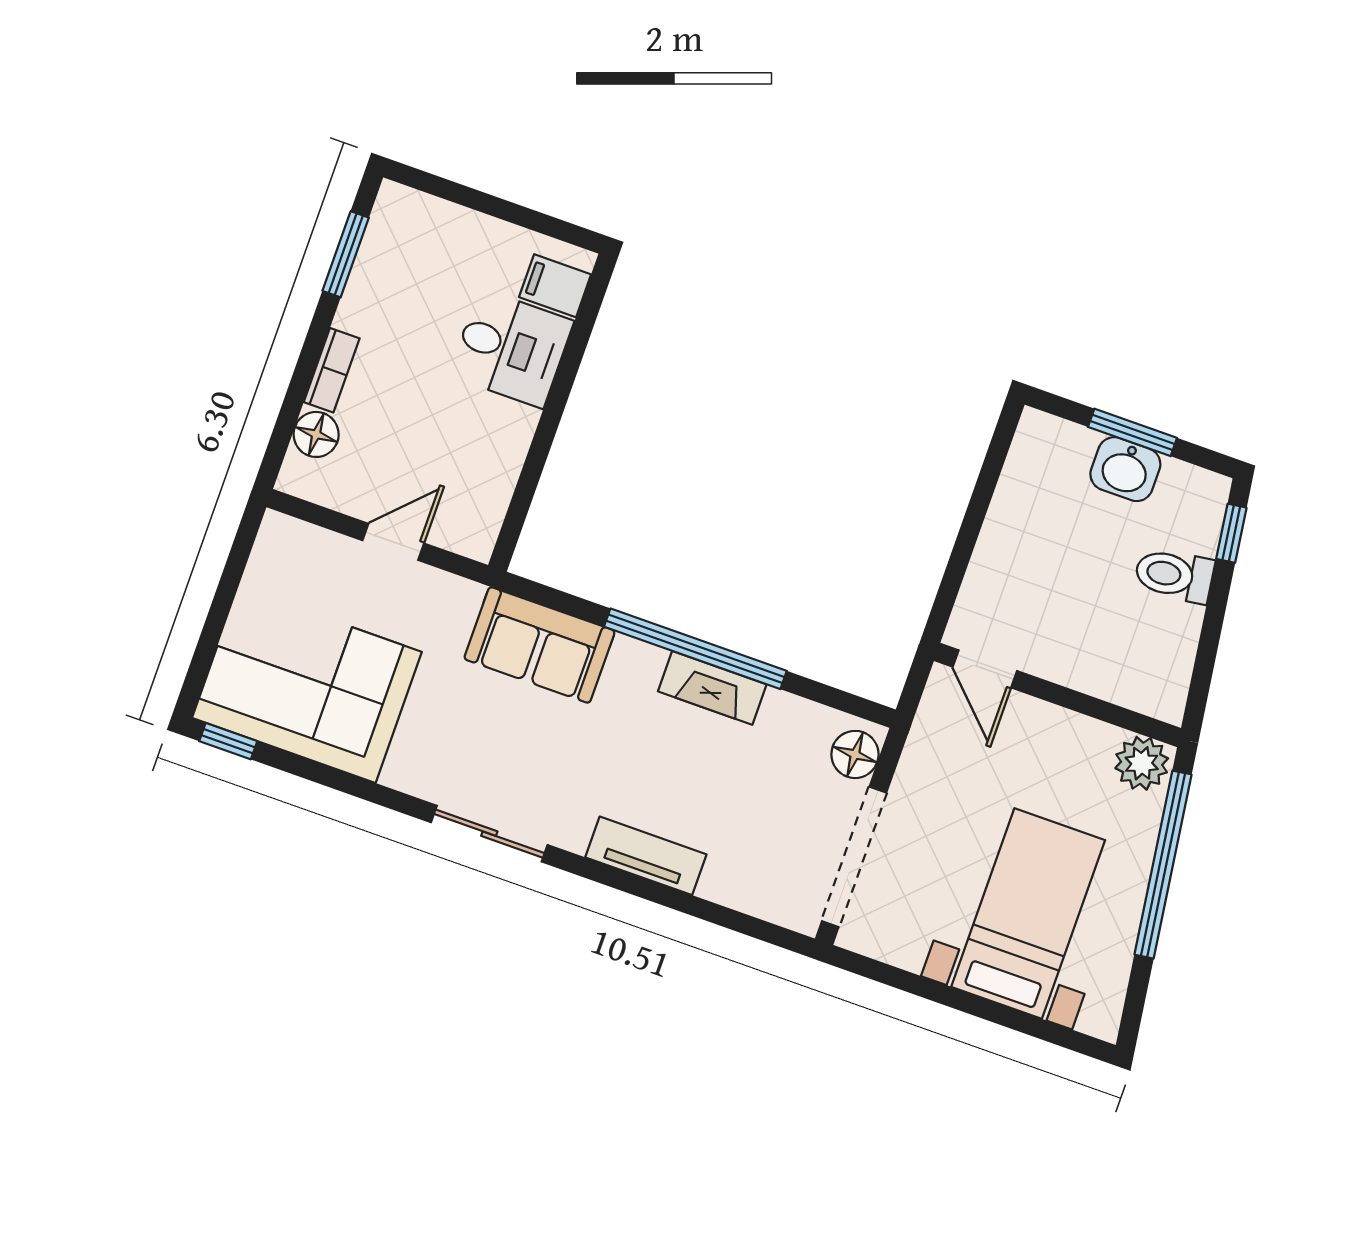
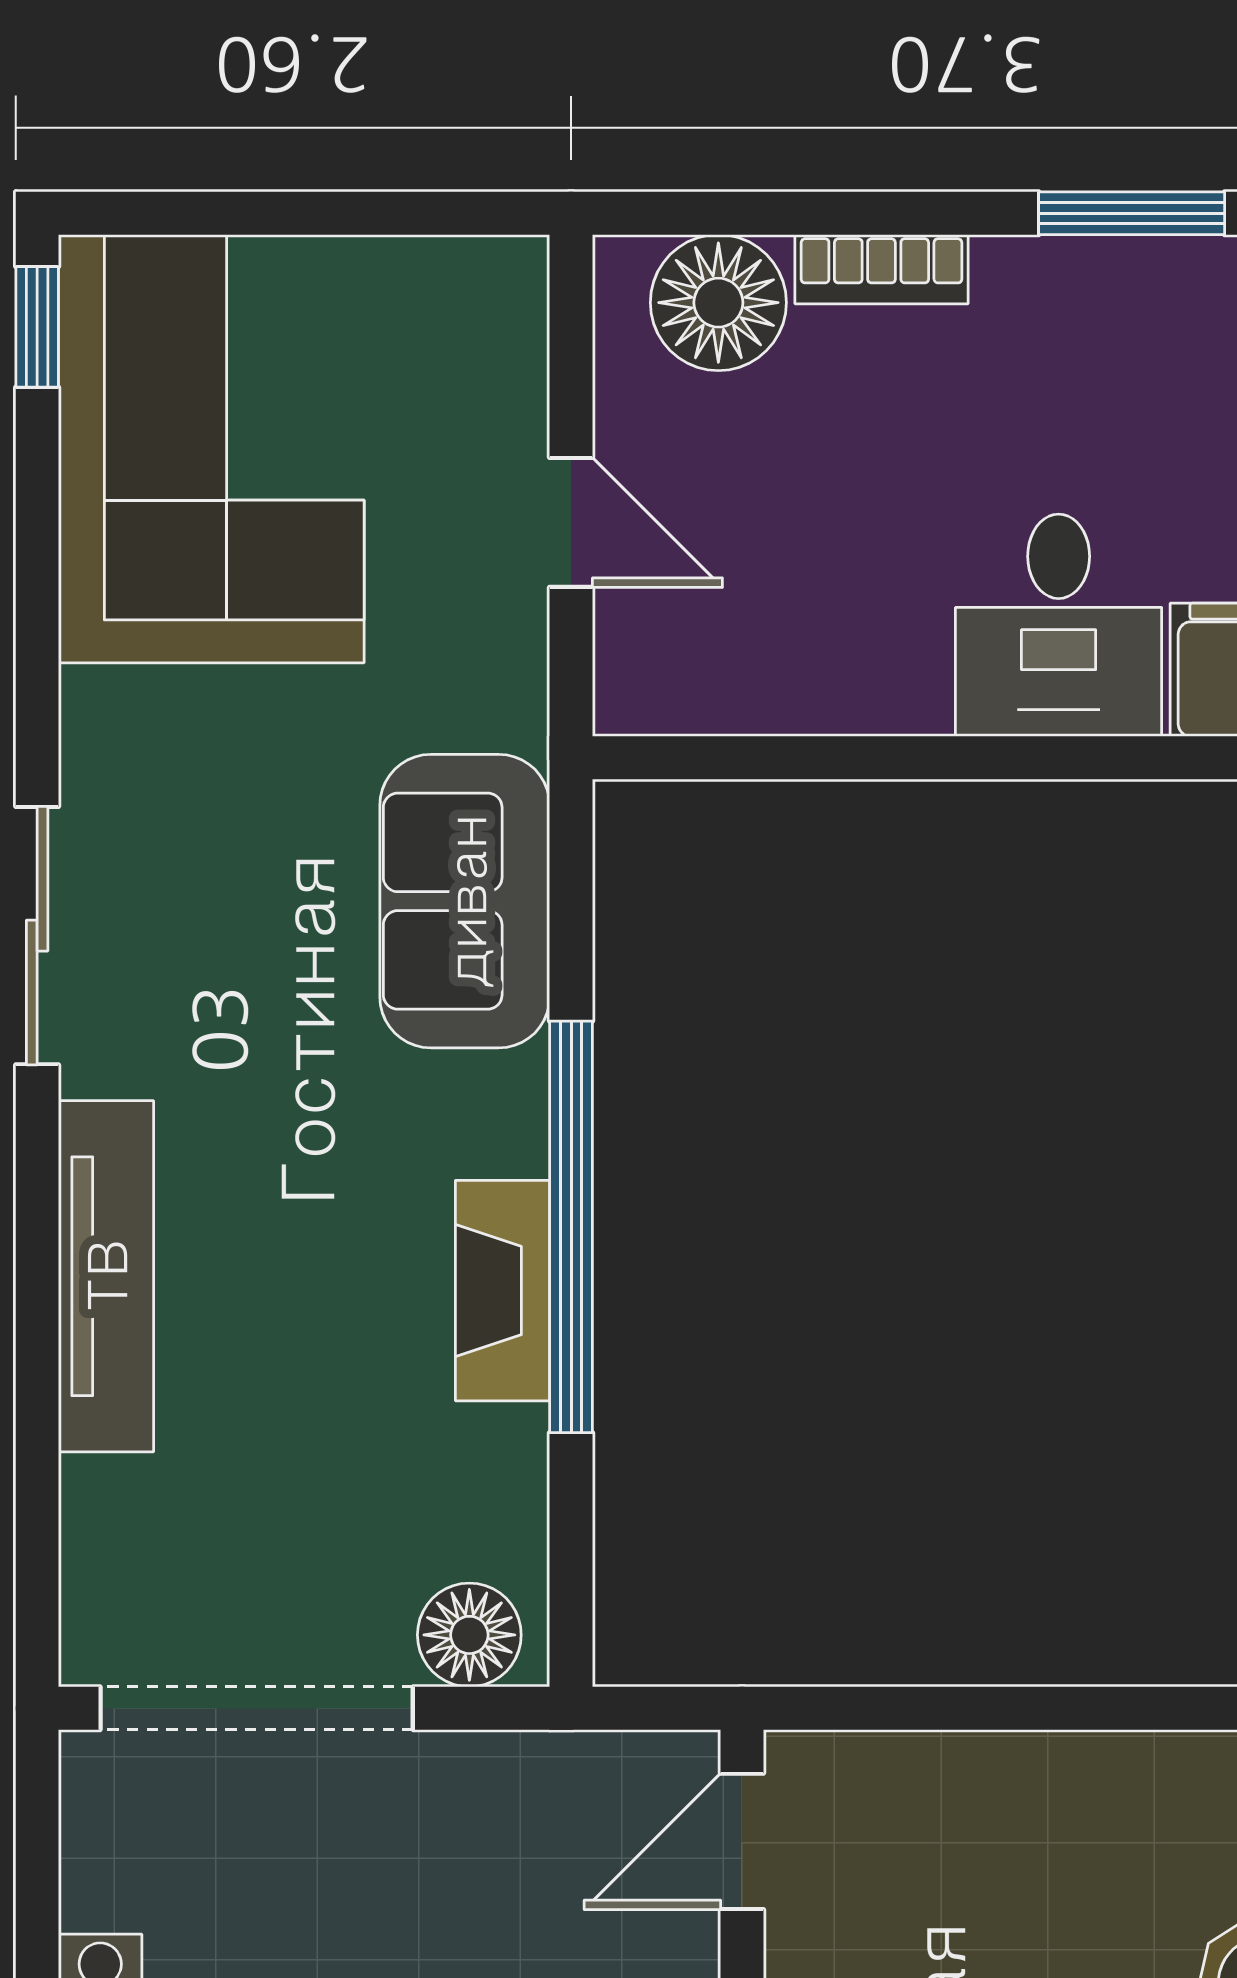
floor lamp: (316, 434) -> (718, 303), width x1.38, depth x1.38
tv unit: (646, 856) -> (106, 1276), width x1.41

